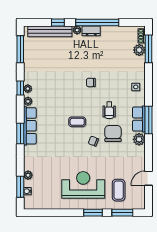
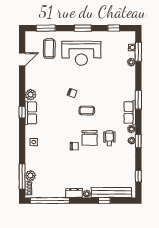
window: (97, 22) -> (50, 201), moved
window: (20, 49) -> (138, 176), width x0.46
wheelchair: (109, 110) -> (109, 138), moved
window: (149, 120) -> (22, 112), width x0.46
row of seats: (30, 126) -> (130, 112), width x0.68
chair: (113, 134) -> (90, 138), moved
window: (48, 213) -> (114, 28), added
window: (93, 213) -> (83, 28), moved

